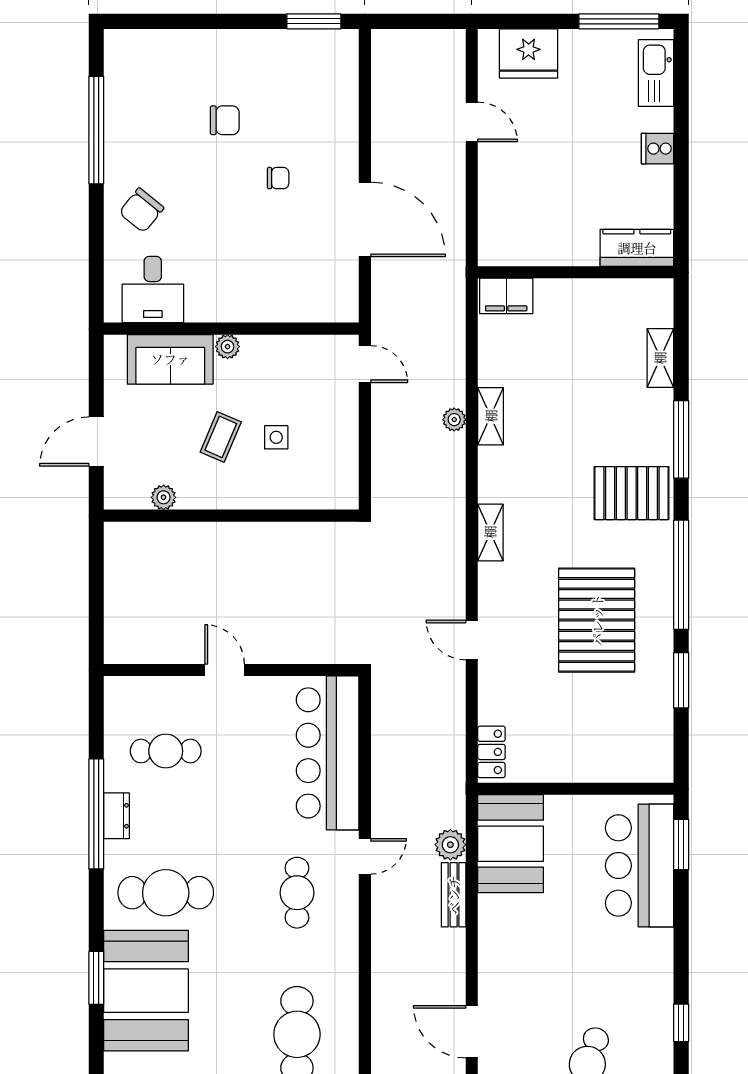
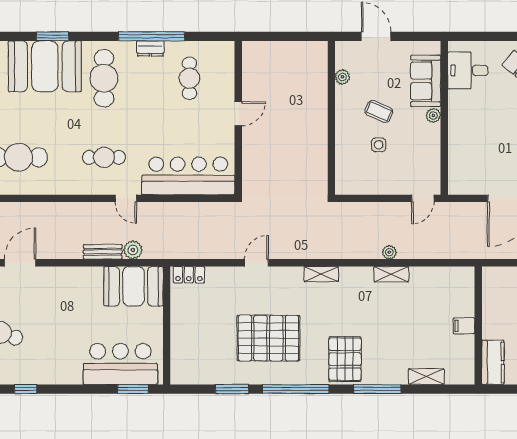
filing cabinet: (506, 296) -> (464, 326), moved, width x0.50

